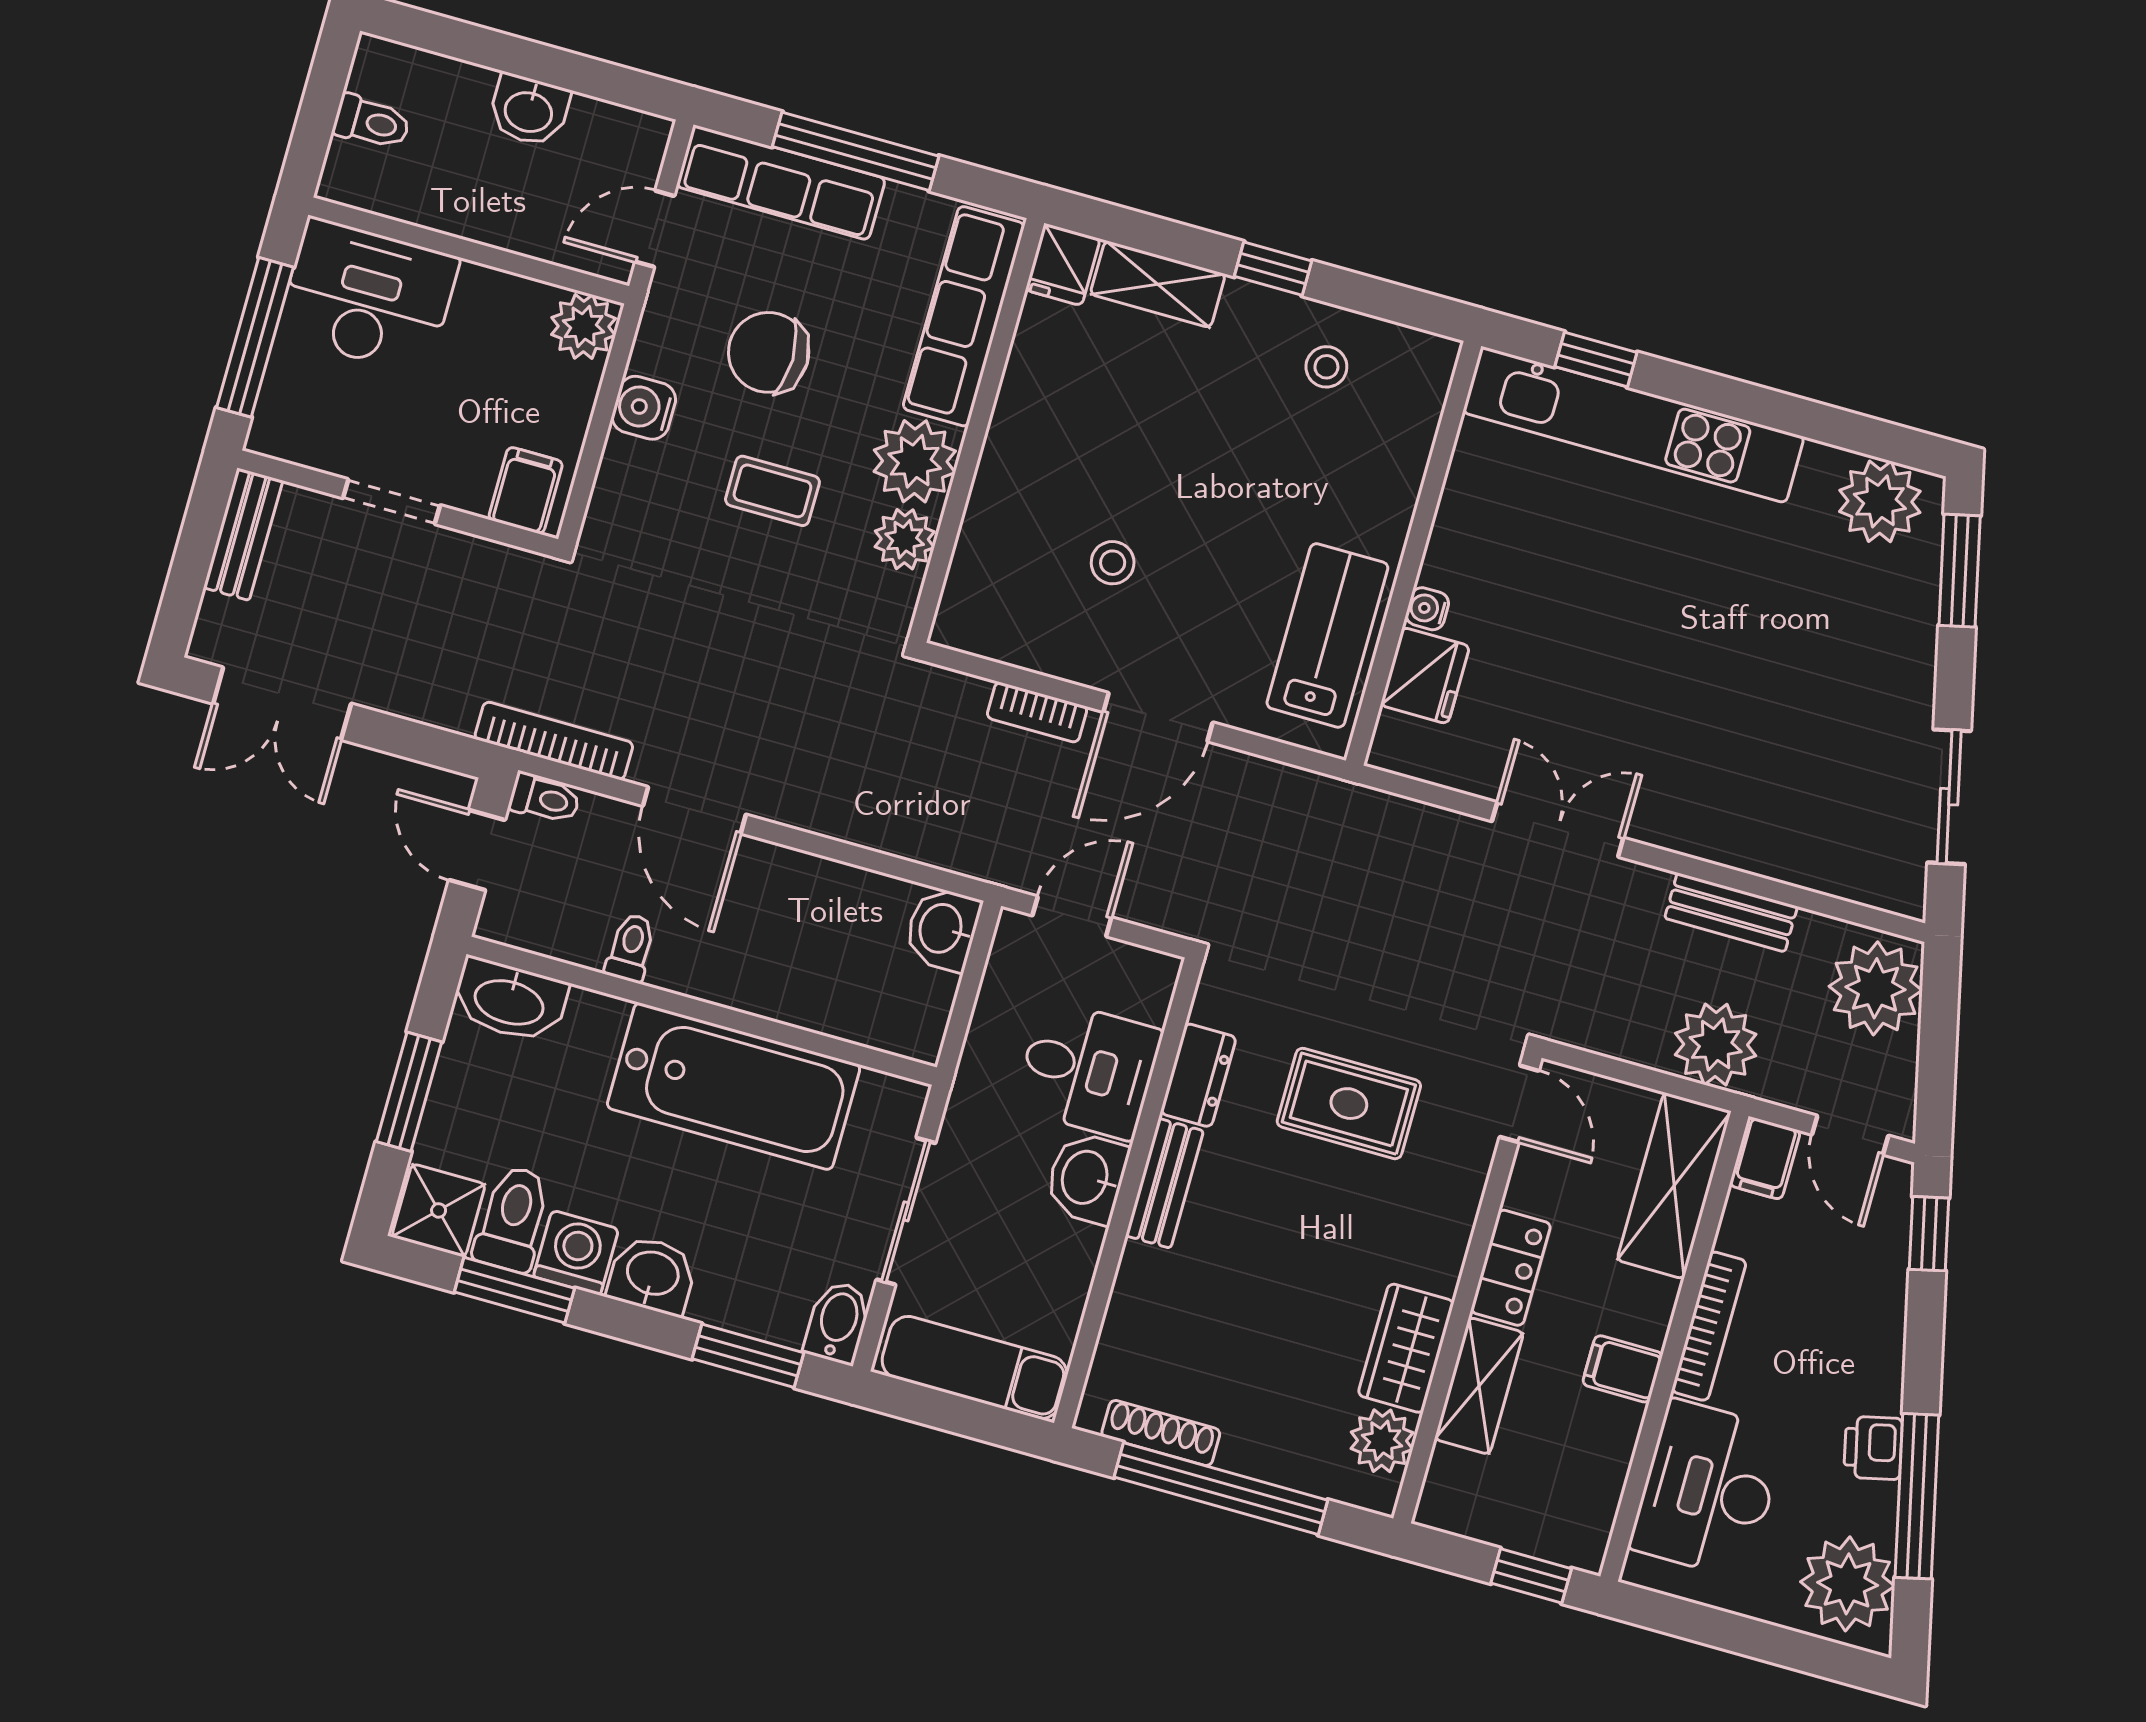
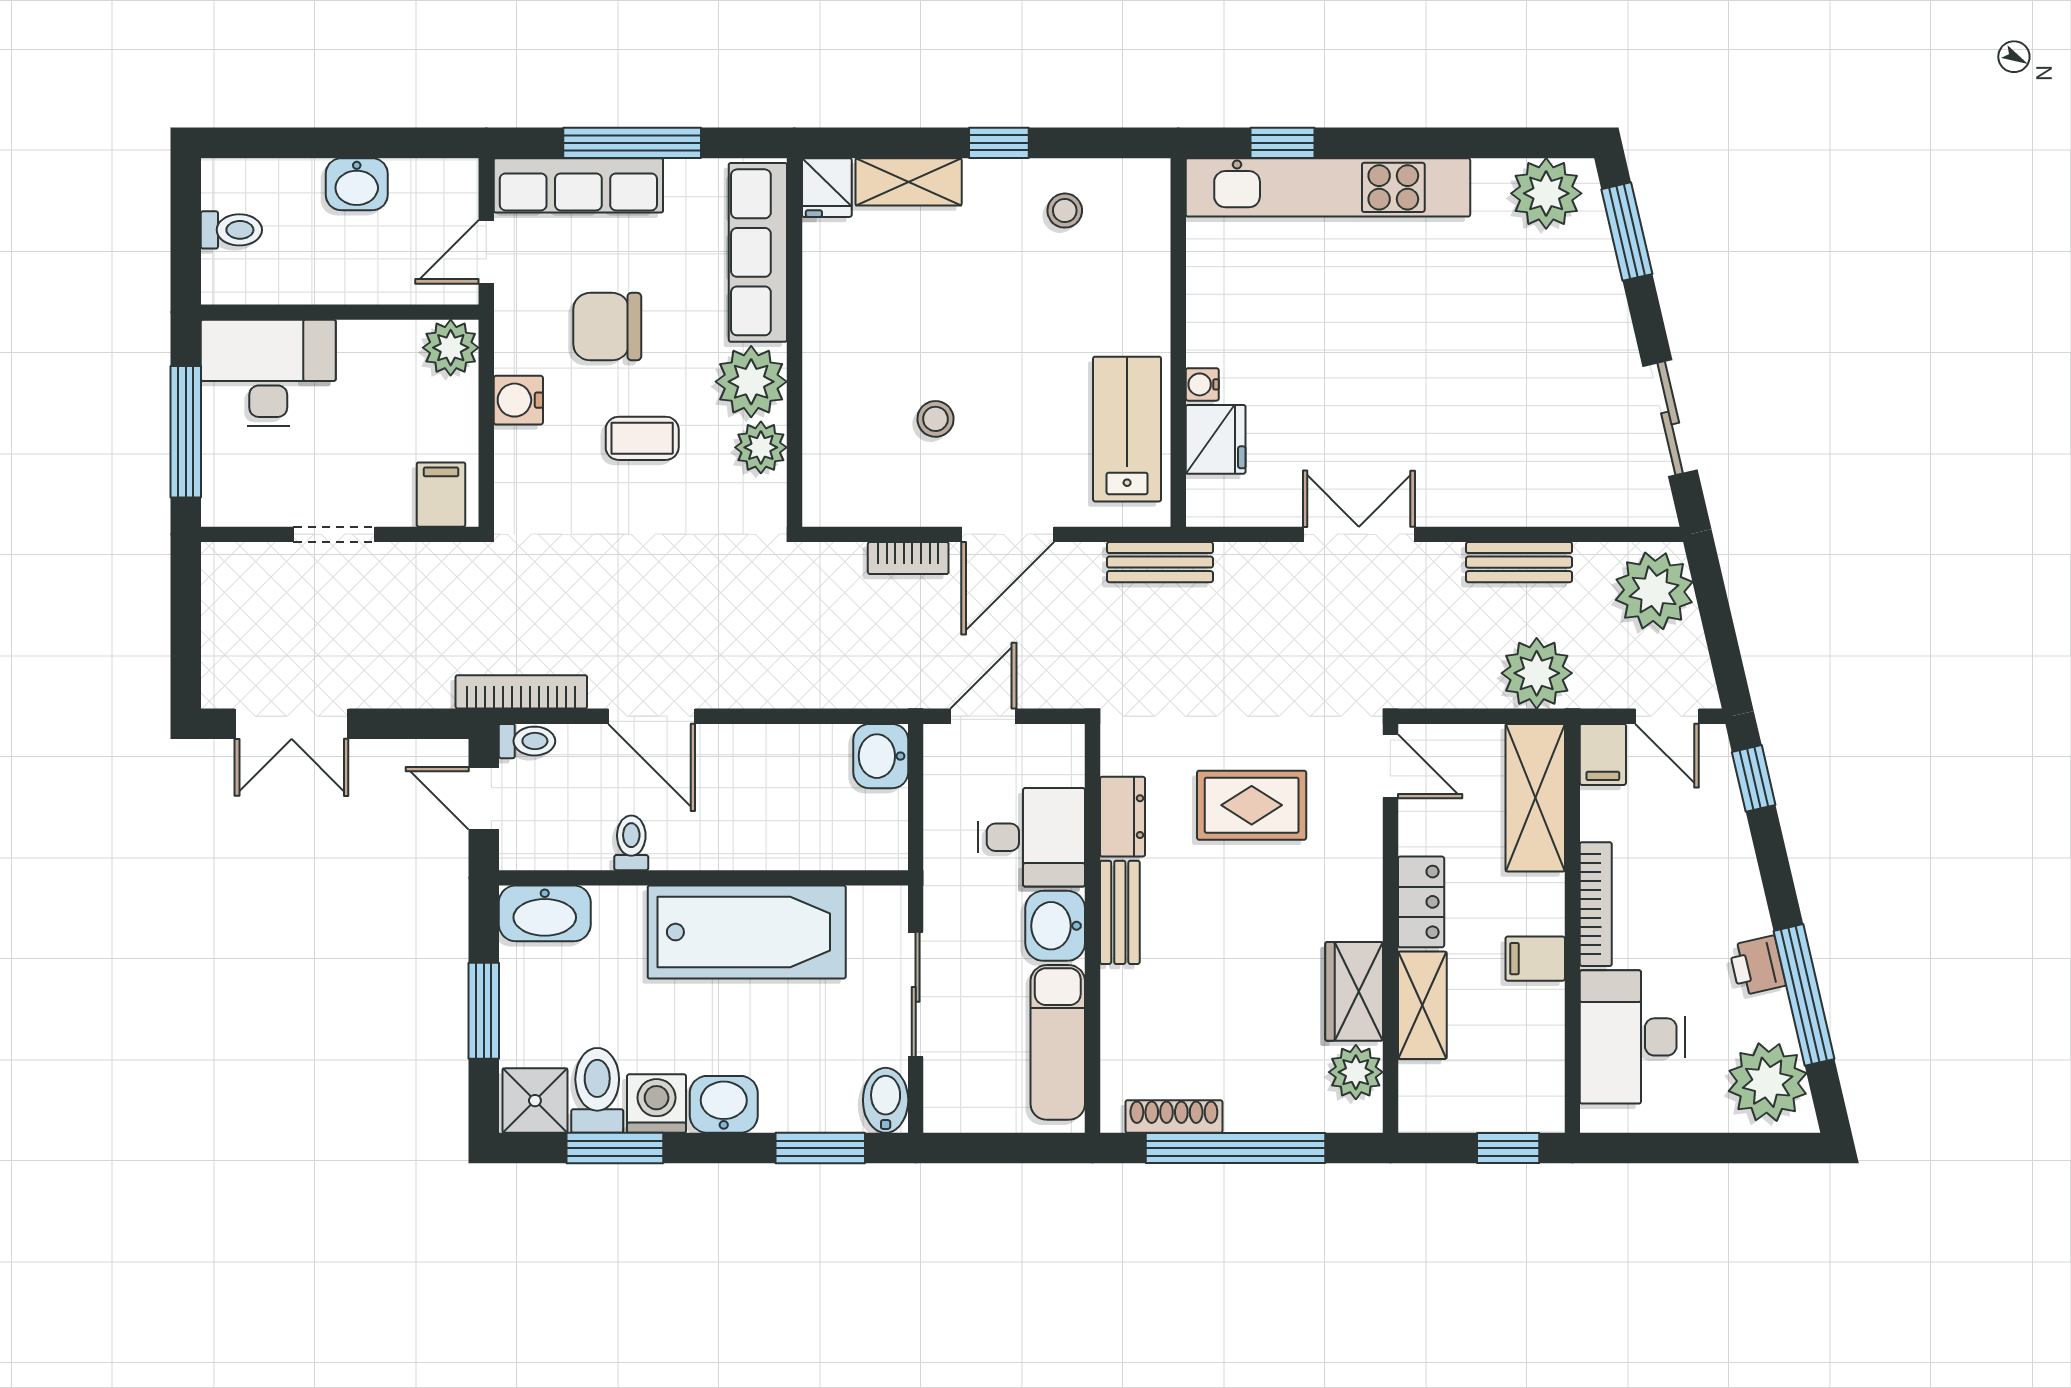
bench: (243, 534) -> (1160, 562), moved, turned 90
exam couch: (975, 1368) -> (1058, 1042), moved, turned -90

